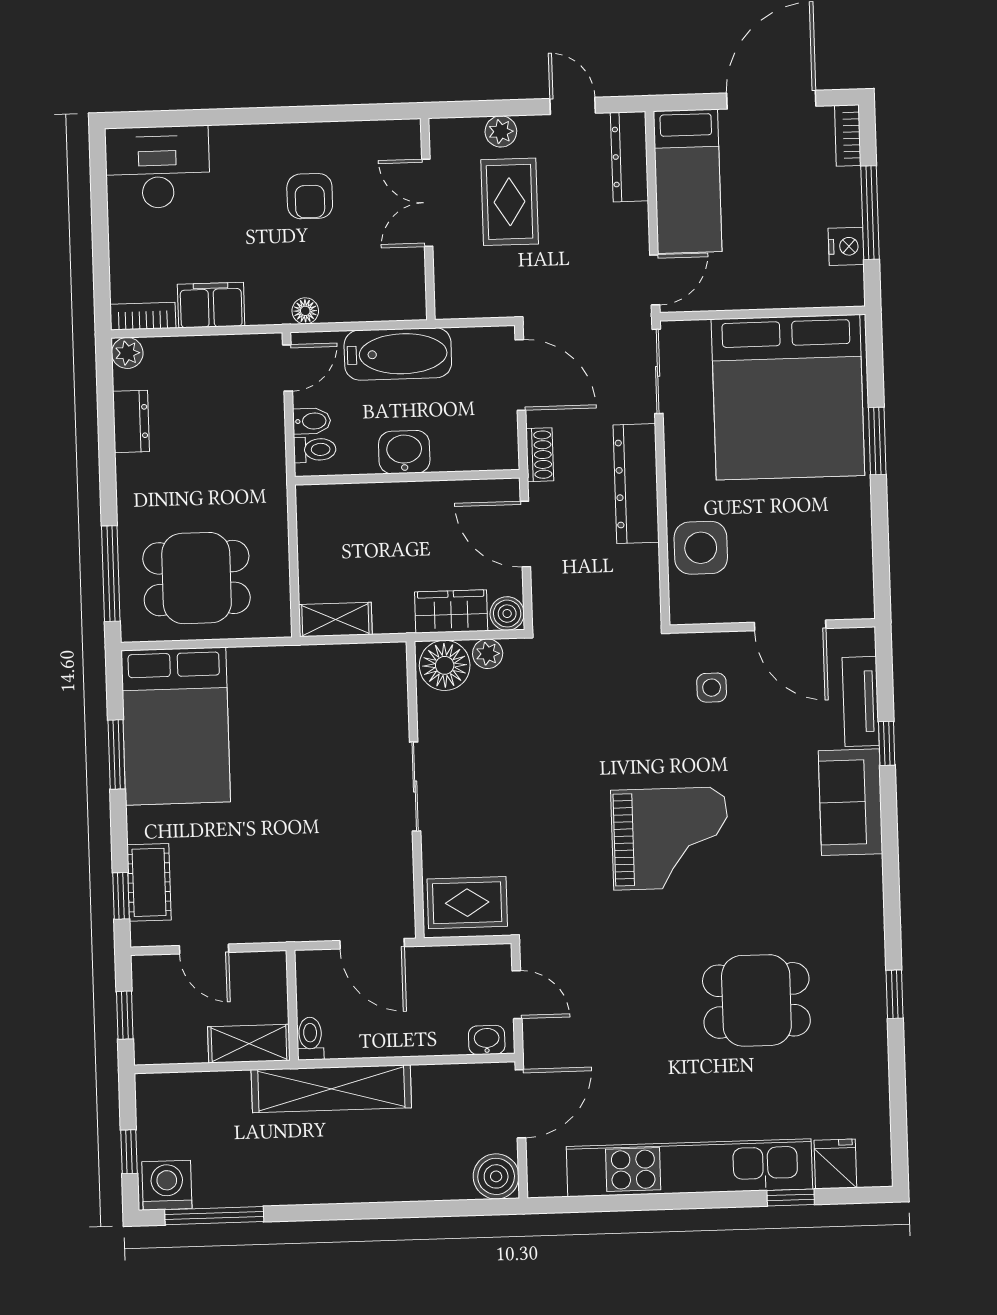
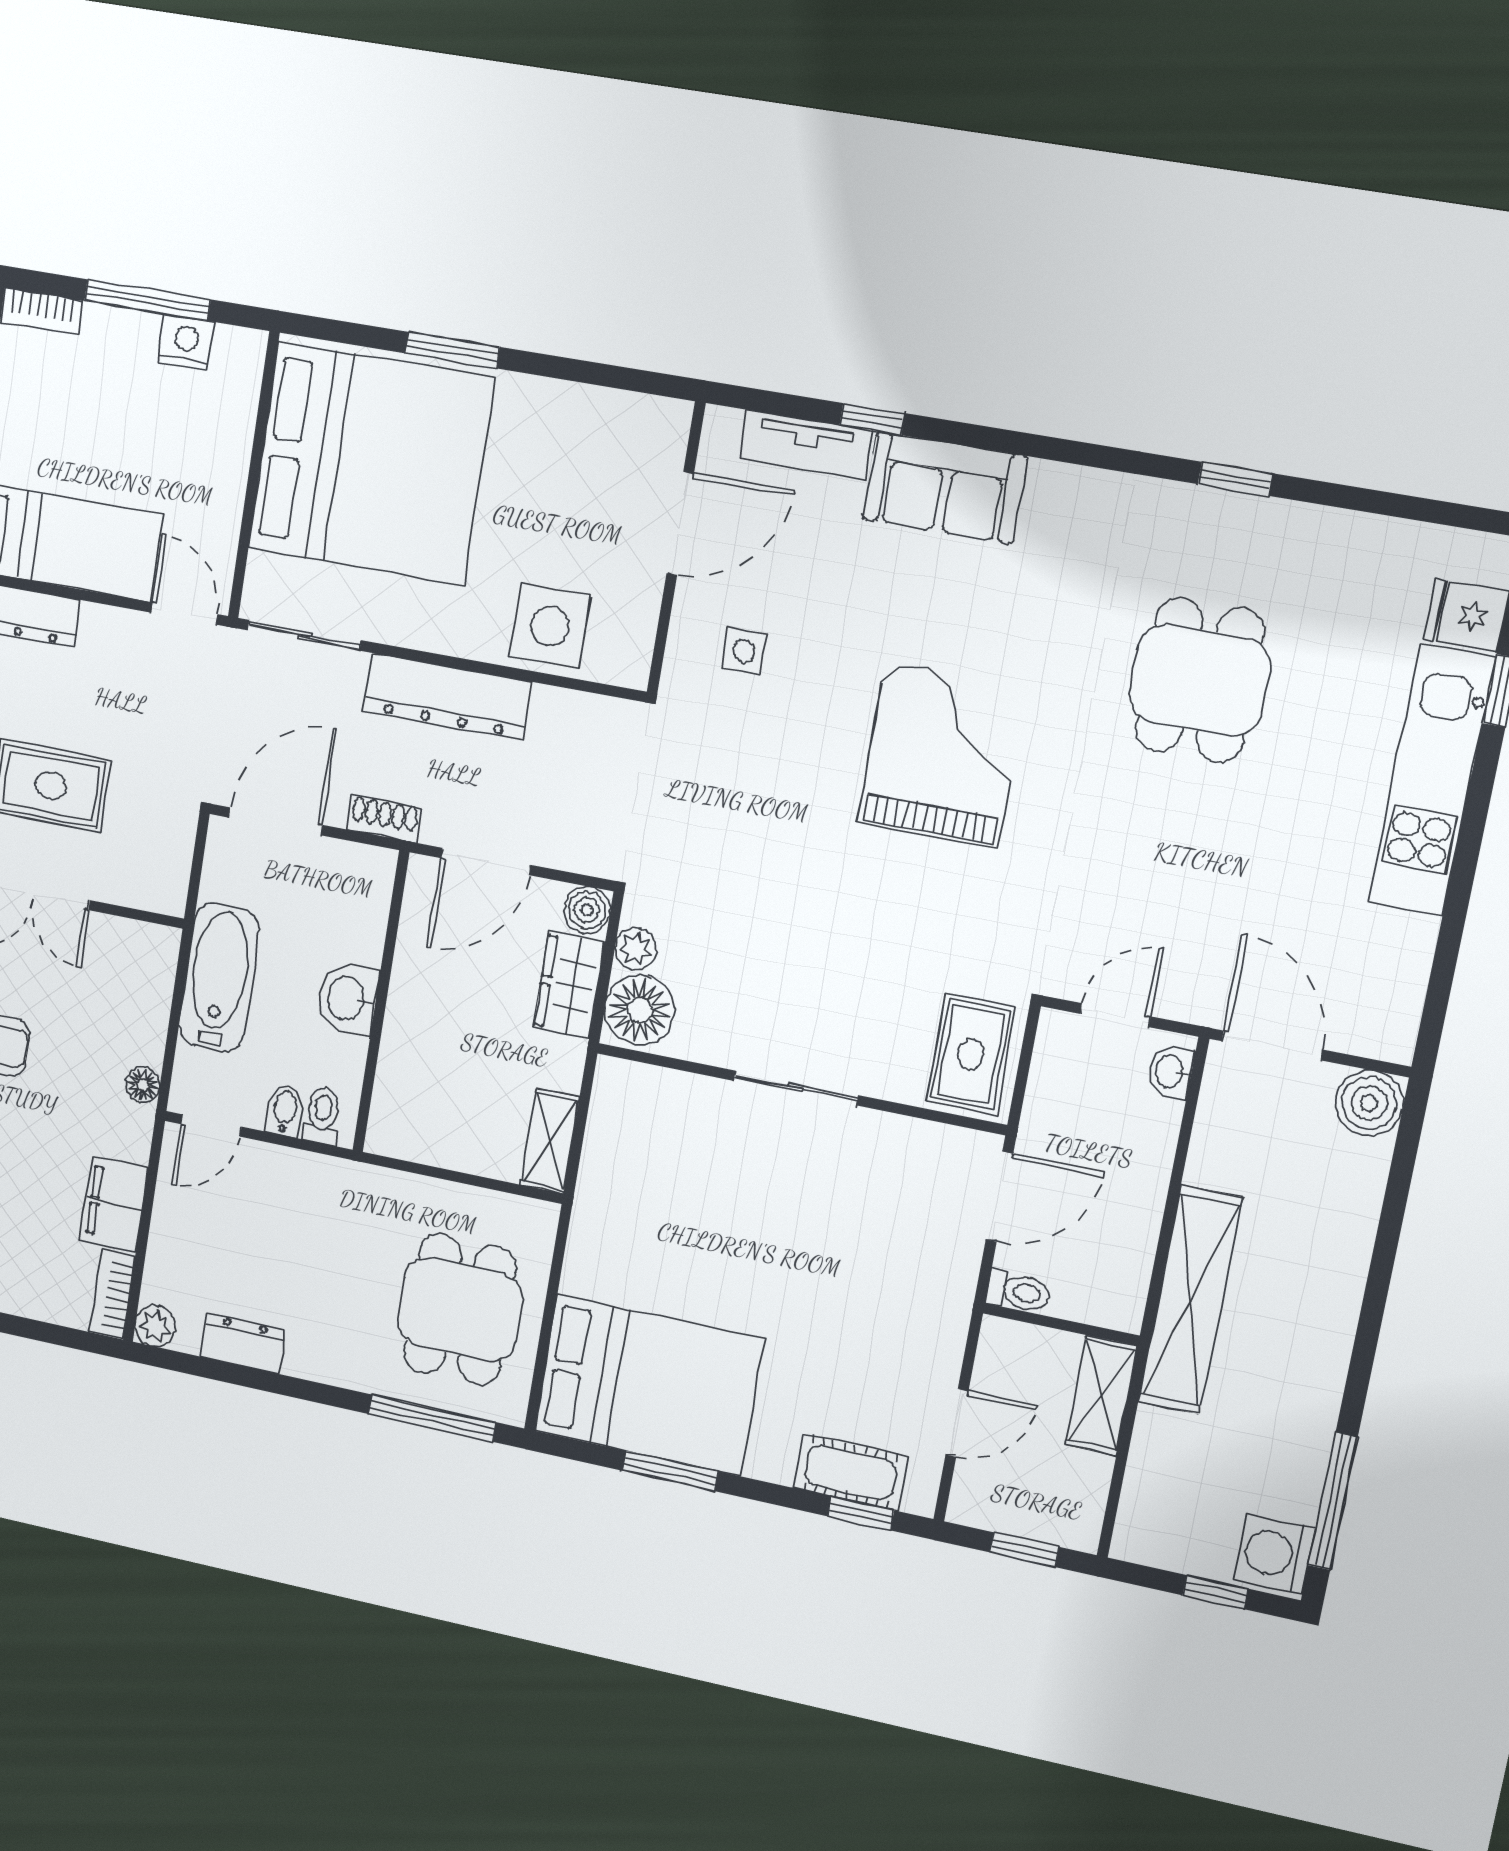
door: (287, 368) -> (211, 1125), swing flipped
toilet: (310, 1039) -> (1018, 1292), moved, turned 180
kitchen unit: (689, 1168) -> (1431, 780), width x0.73

